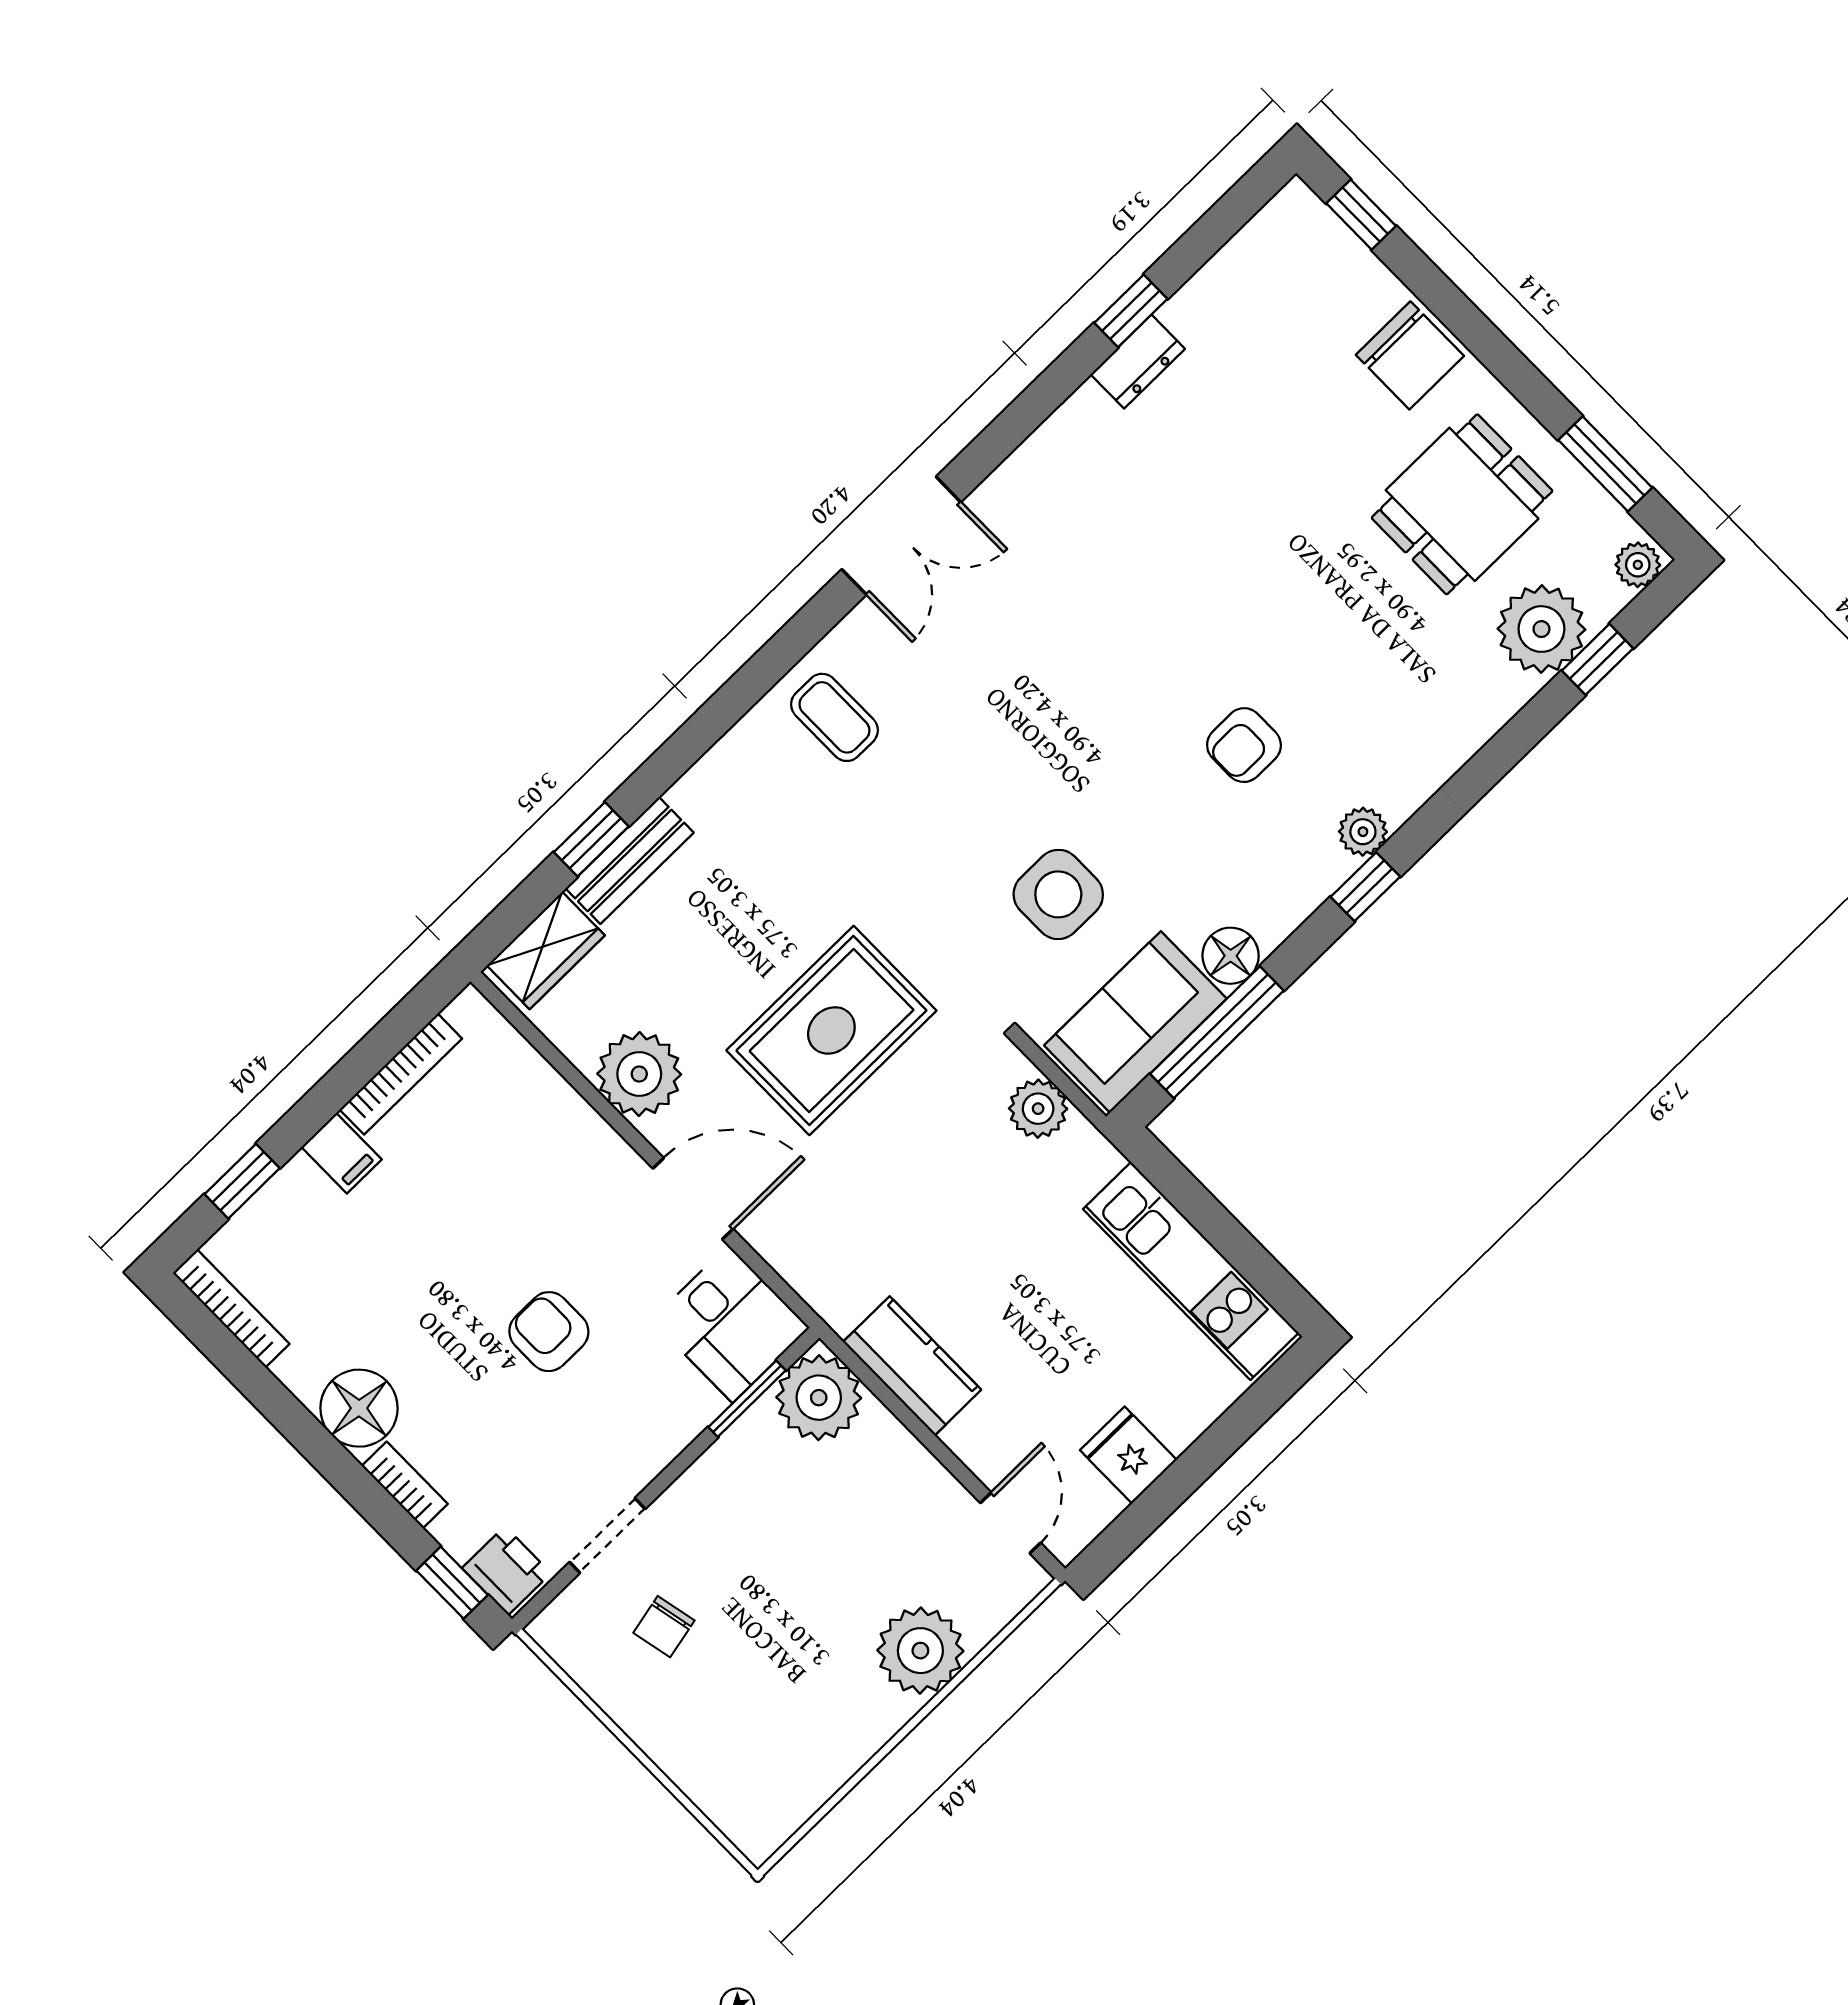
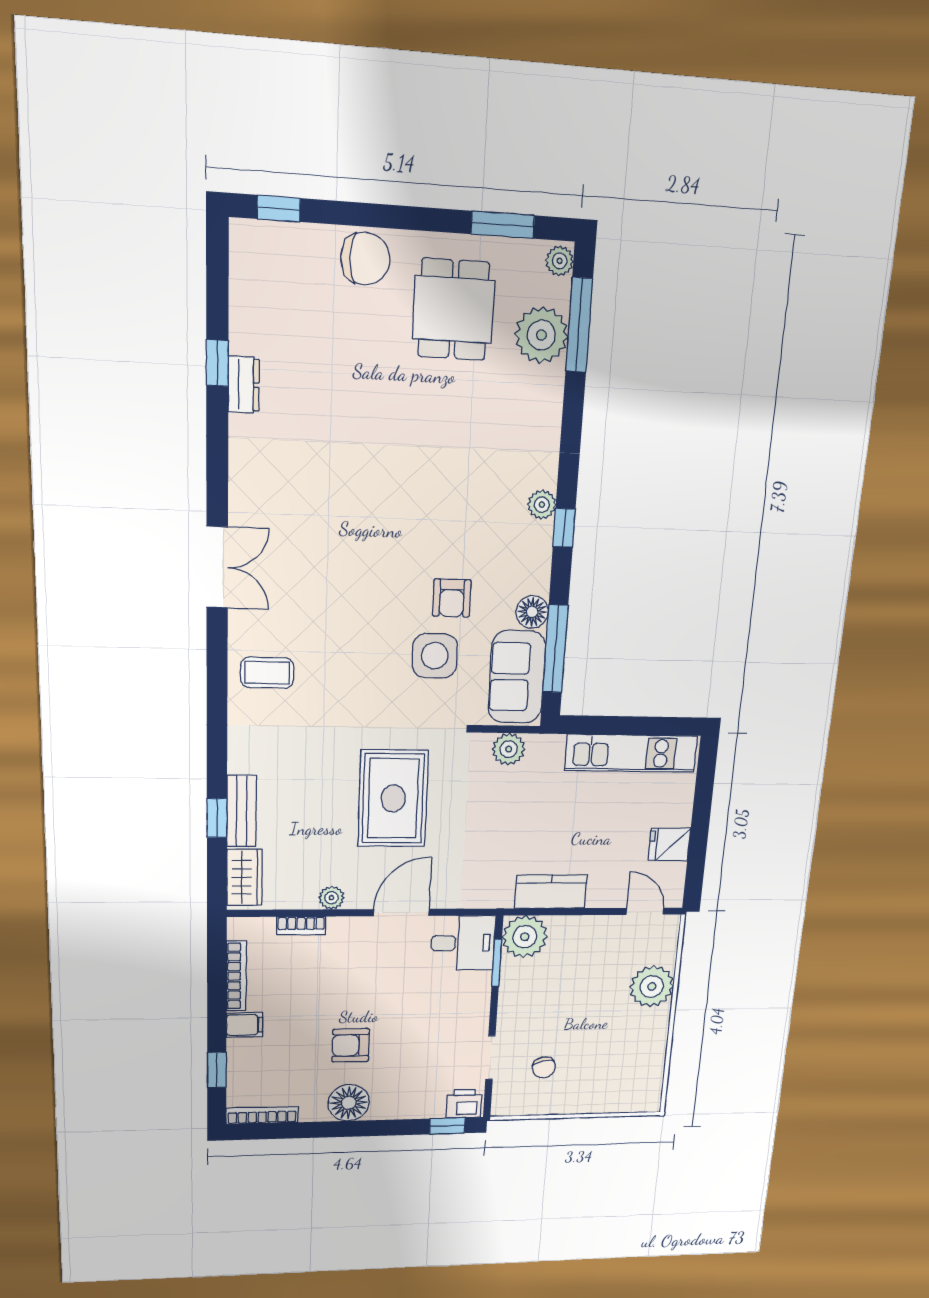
window: (1598, 659) -> (579, 325), width x2.17
armchair: (1244, 745) -> (452, 598), moved
plant: (639, 1074) -> (331, 898), width x0.53, depth x0.53
armchair: (549, 1332) -> (351, 1045), moved
bookcase: (405, 1485) -> (301, 926), moved, turned 180

